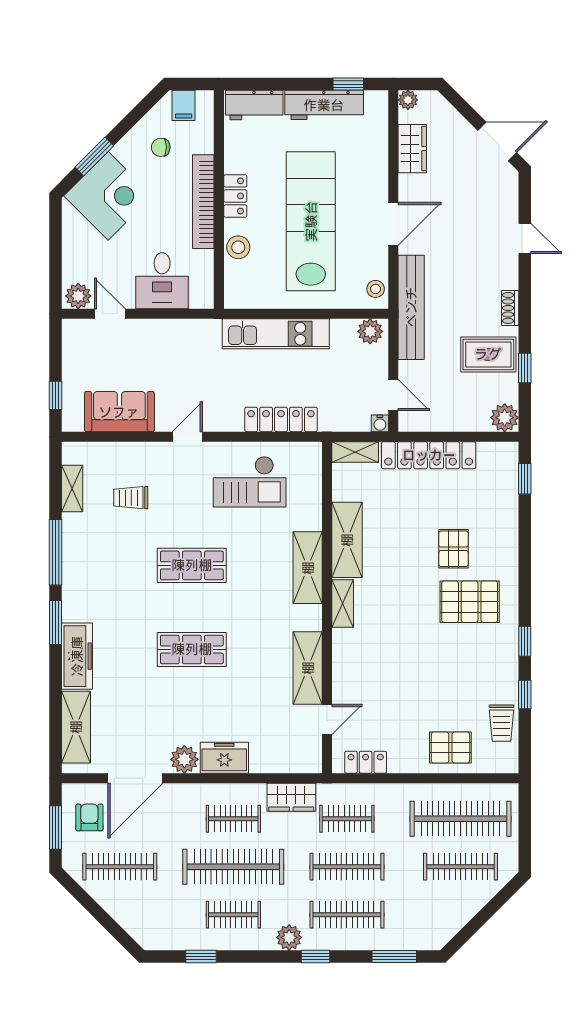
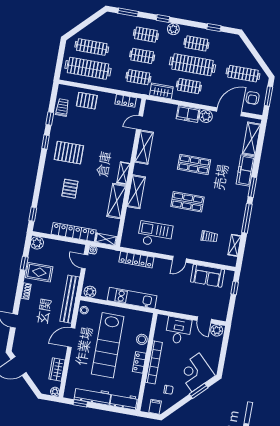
pallet: (470, 602) -> (69, 153), moved
clothes rail: (347, 867) -> (142, 56), width x0.73
clothes rail: (347, 915) -> (146, 35), width x0.73

